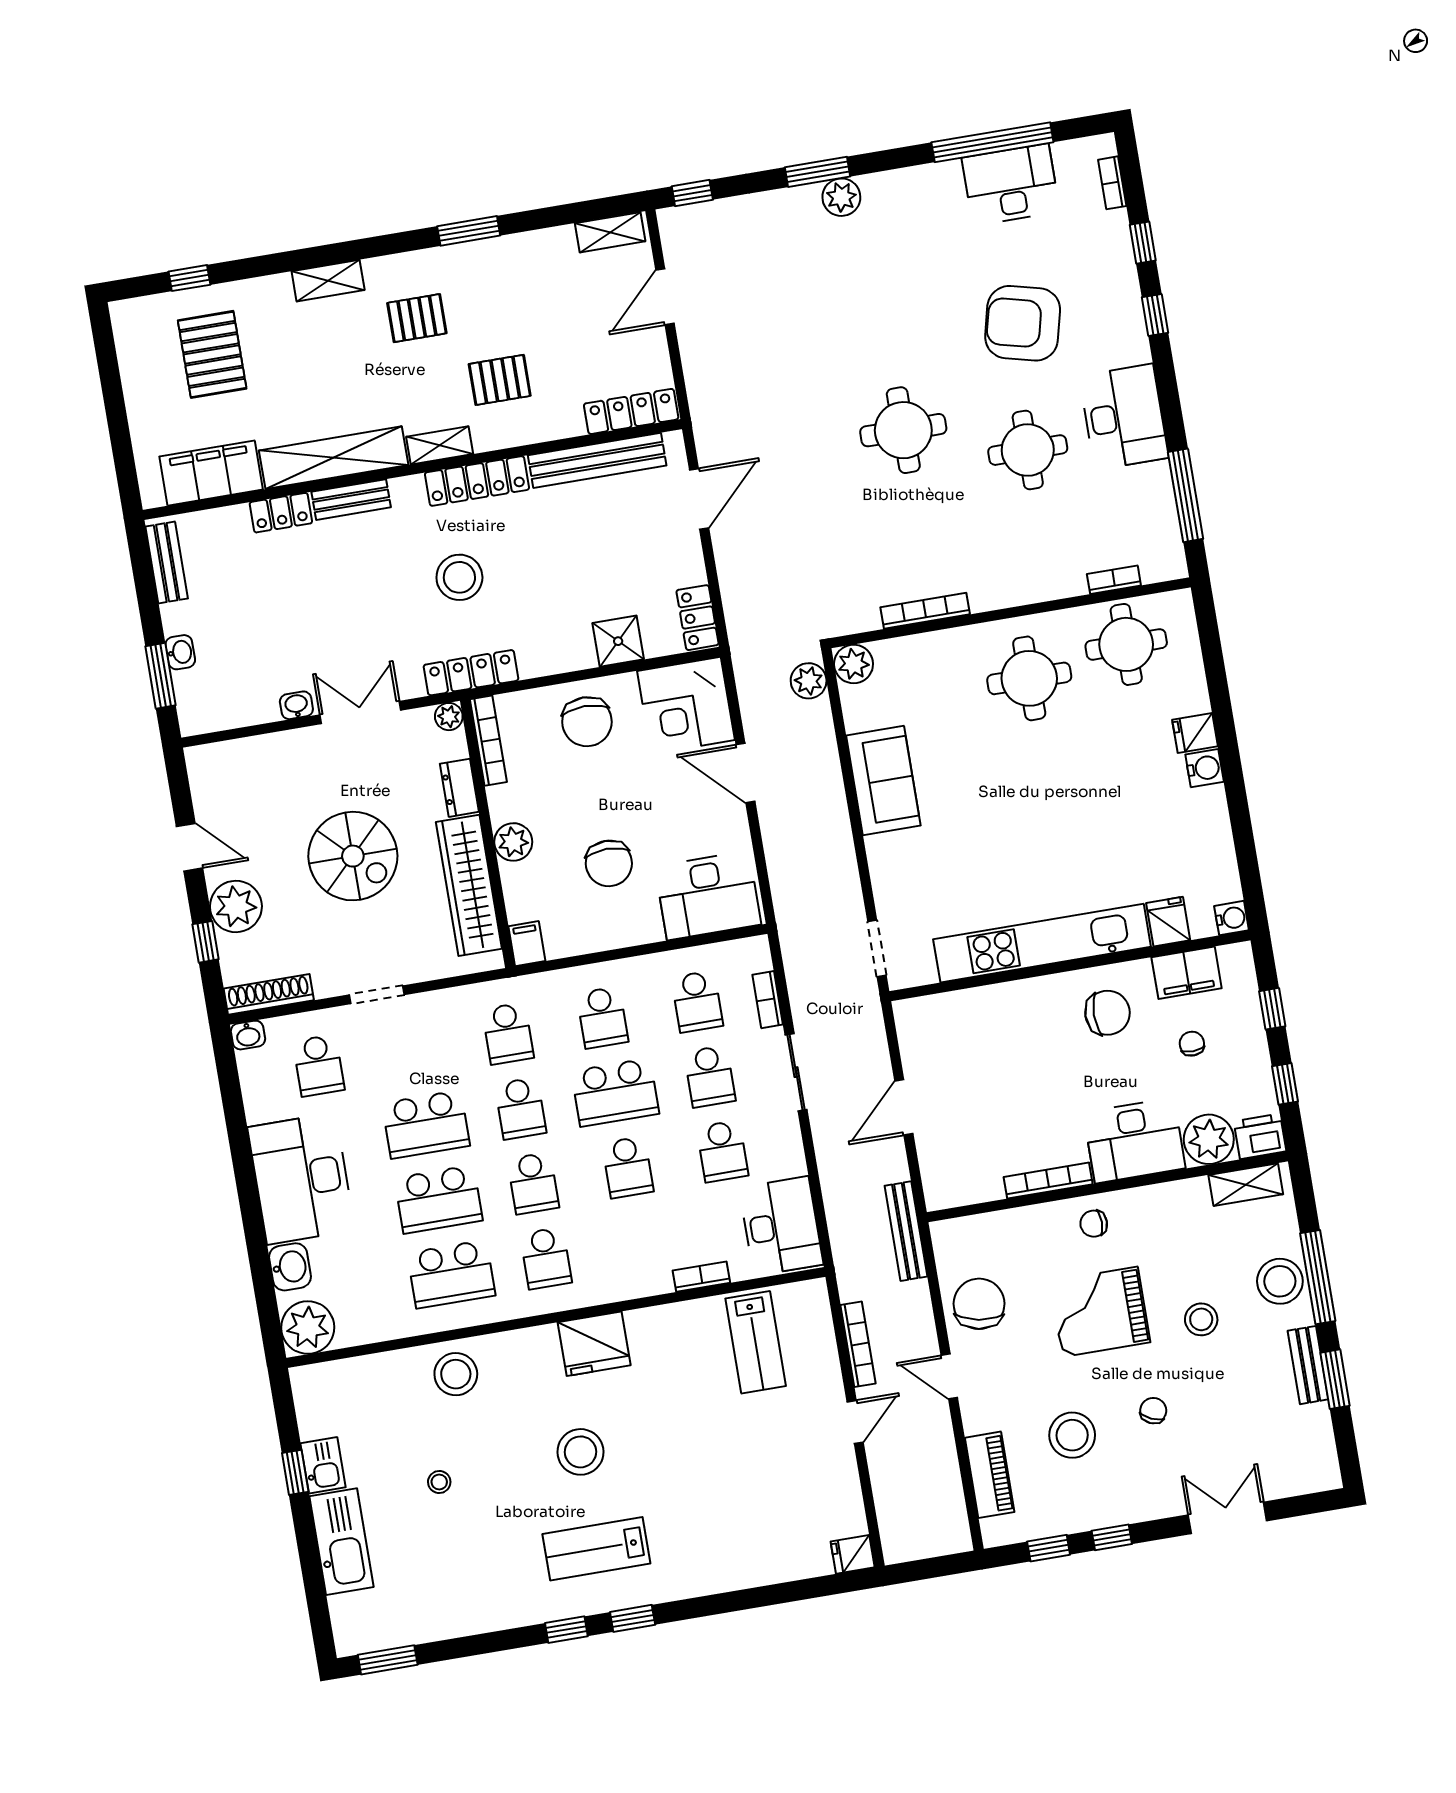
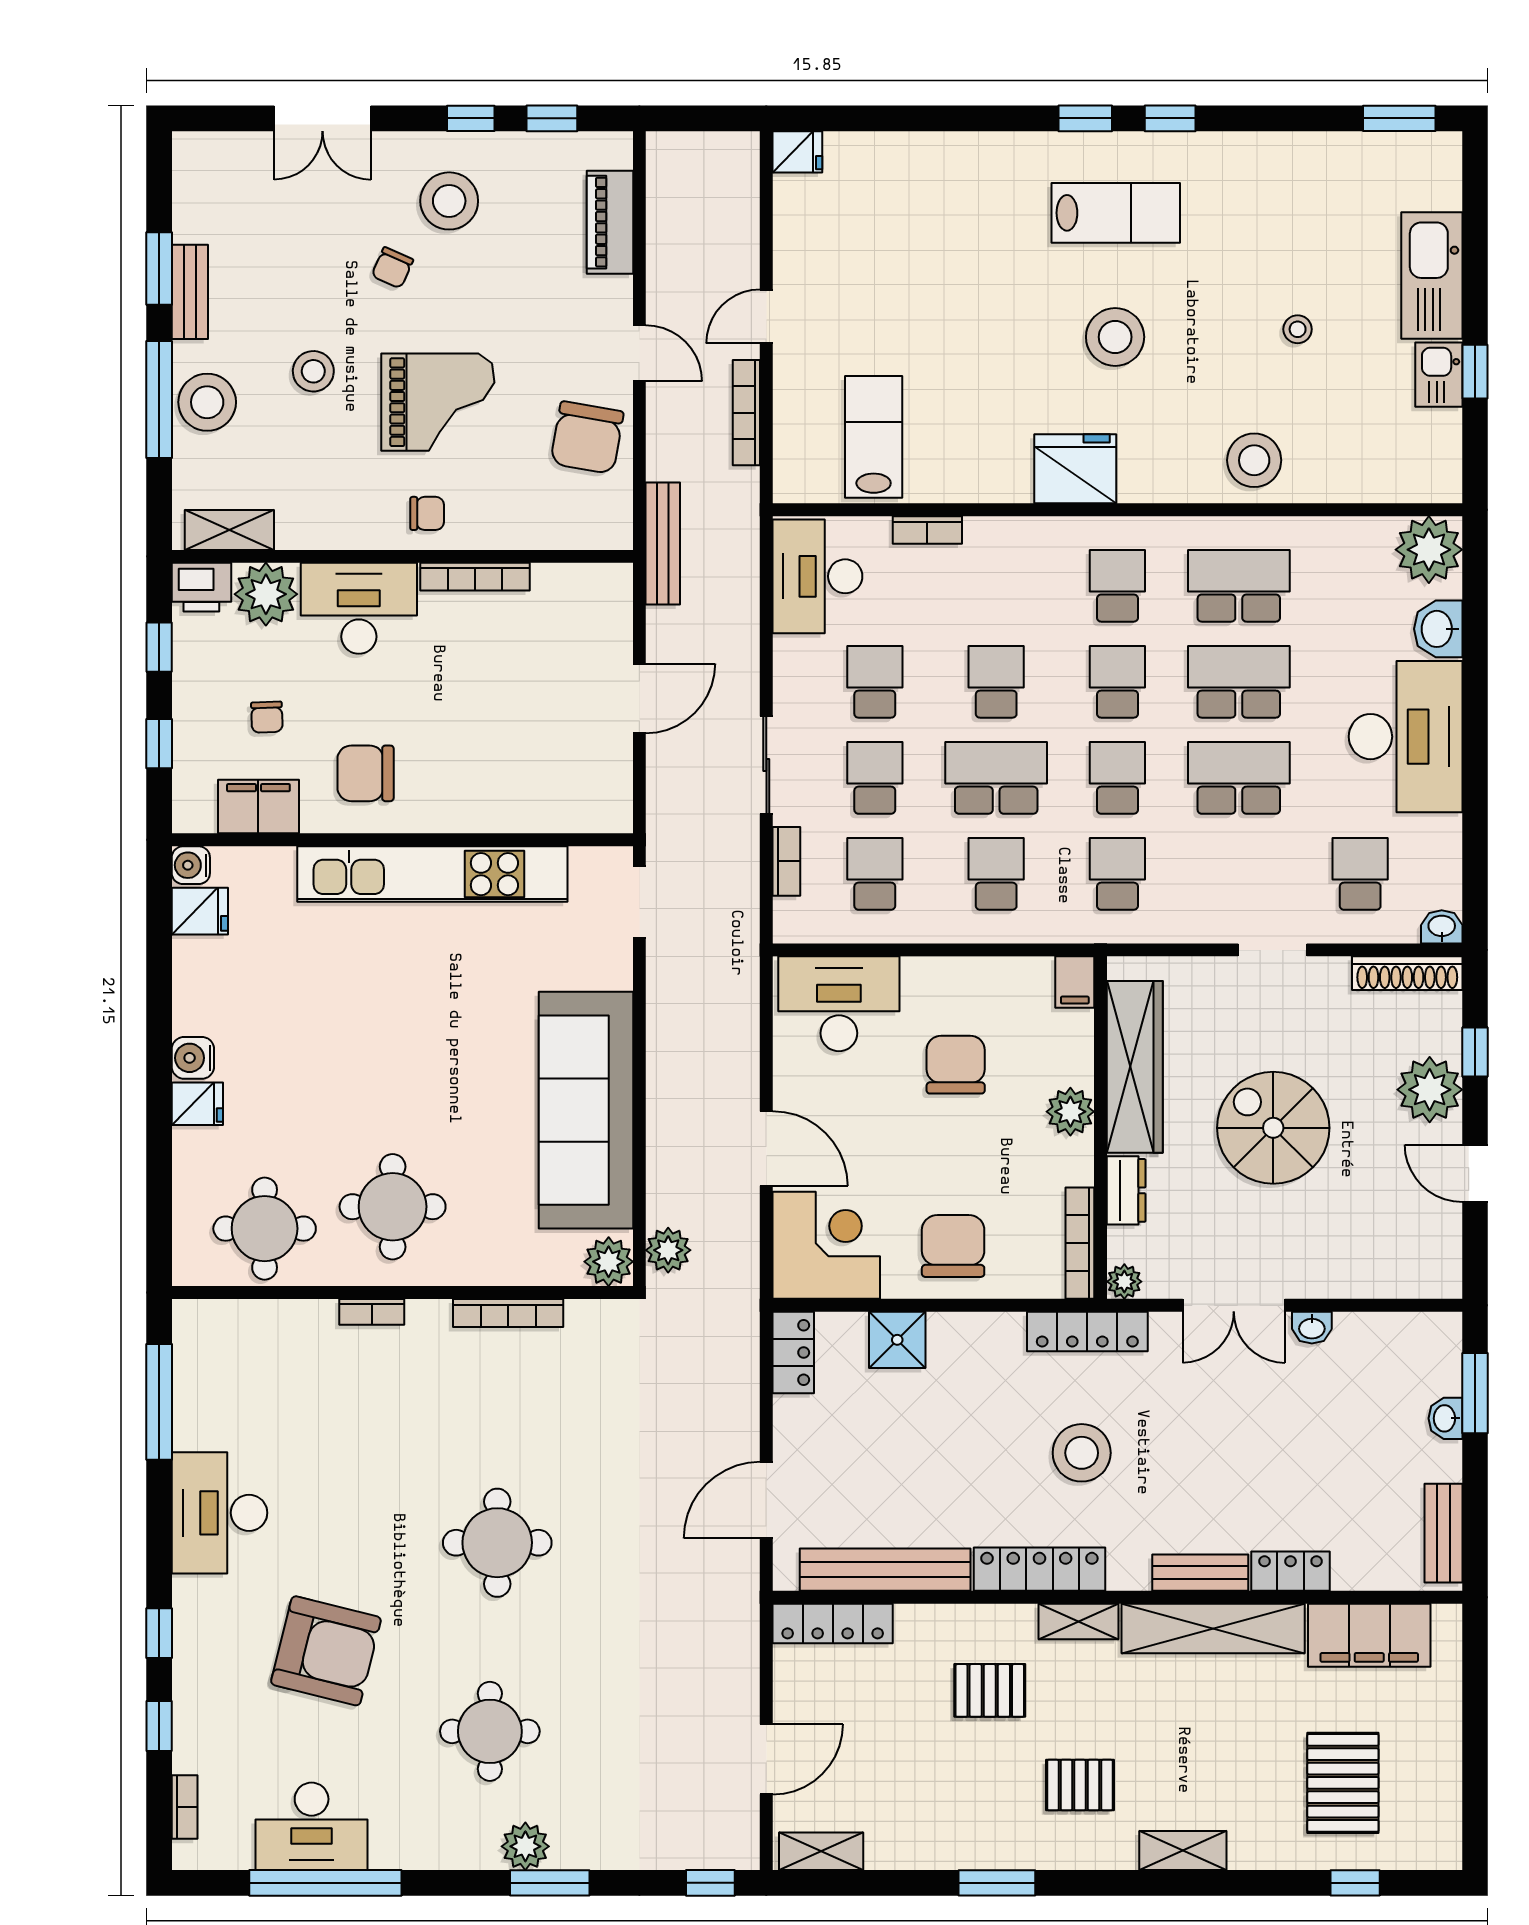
round table: (1028, 450) -> (490, 1731), moved
bookcase: (1114, 580) -> (372, 1312), moved
sofa: (883, 780) -> (586, 1110), width x1.85, depth x1.27
fridge: (1168, 922) -> (200, 911), moved, turned -90
stool: (1072, 1435) -> (449, 201), moved

